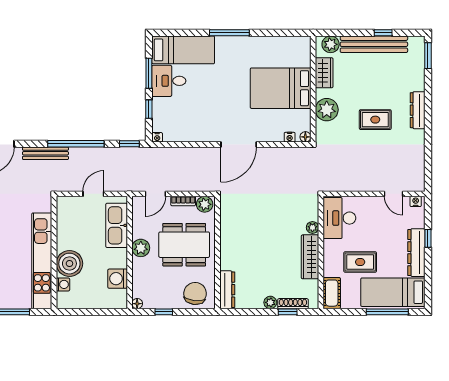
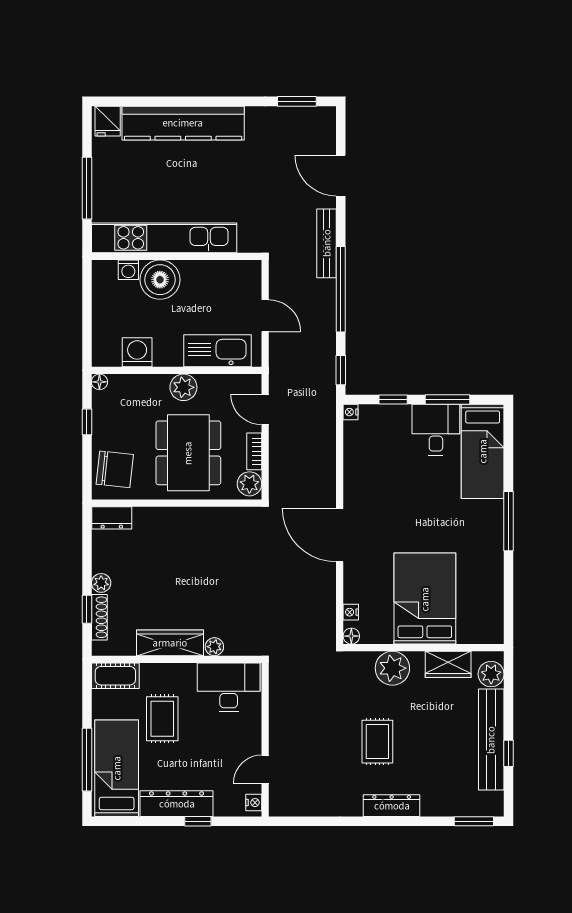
dresser: (227, 290) -> (112, 518), width x0.70

